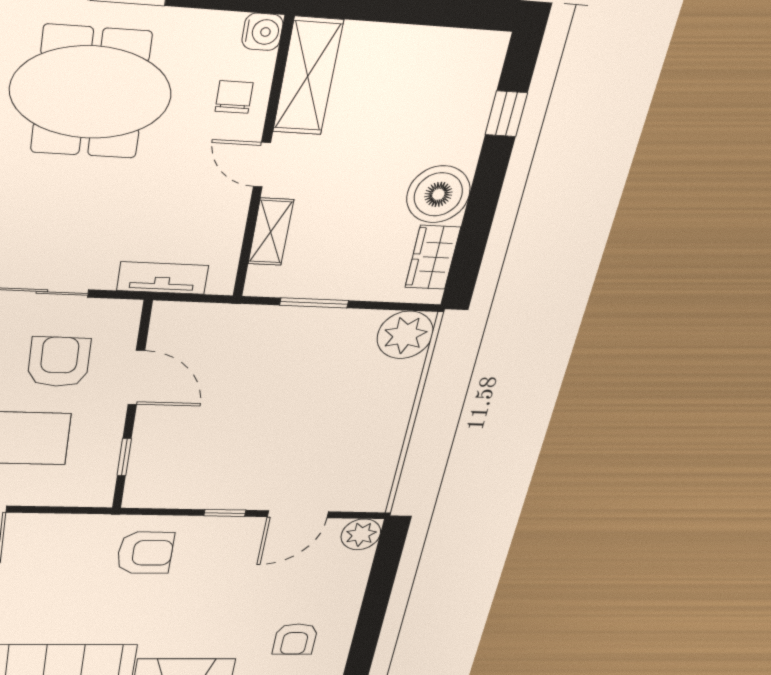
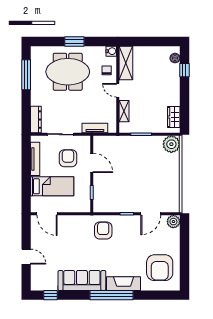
boiler: (438, 194) -> (175, 58), moved, width x0.54, depth x0.54
armchair: (145, 553) -> (103, 231), turned -90
armchair: (295, 639) -> (160, 268), width x1.88, depth x1.88

